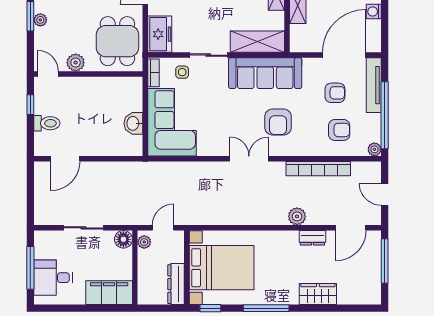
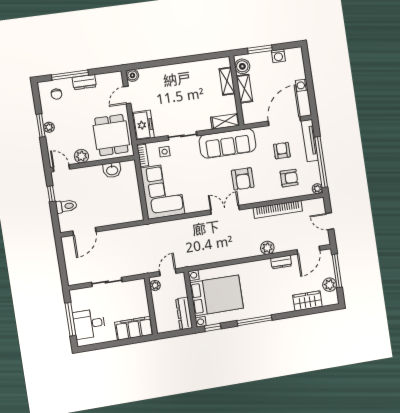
shelving: (257, 42) -> (225, 121), width x0.67, depth x0.75
armchair: (335, 93) -> (282, 151), turned -90
washbasin: (133, 123) -> (112, 170), moved, turned -90
floor lamp: (123, 239) -> (139, 286), removed
plant: (372, 278) -> (330, 285), added
wardrobe: (318, 294) -> (307, 301), moved

